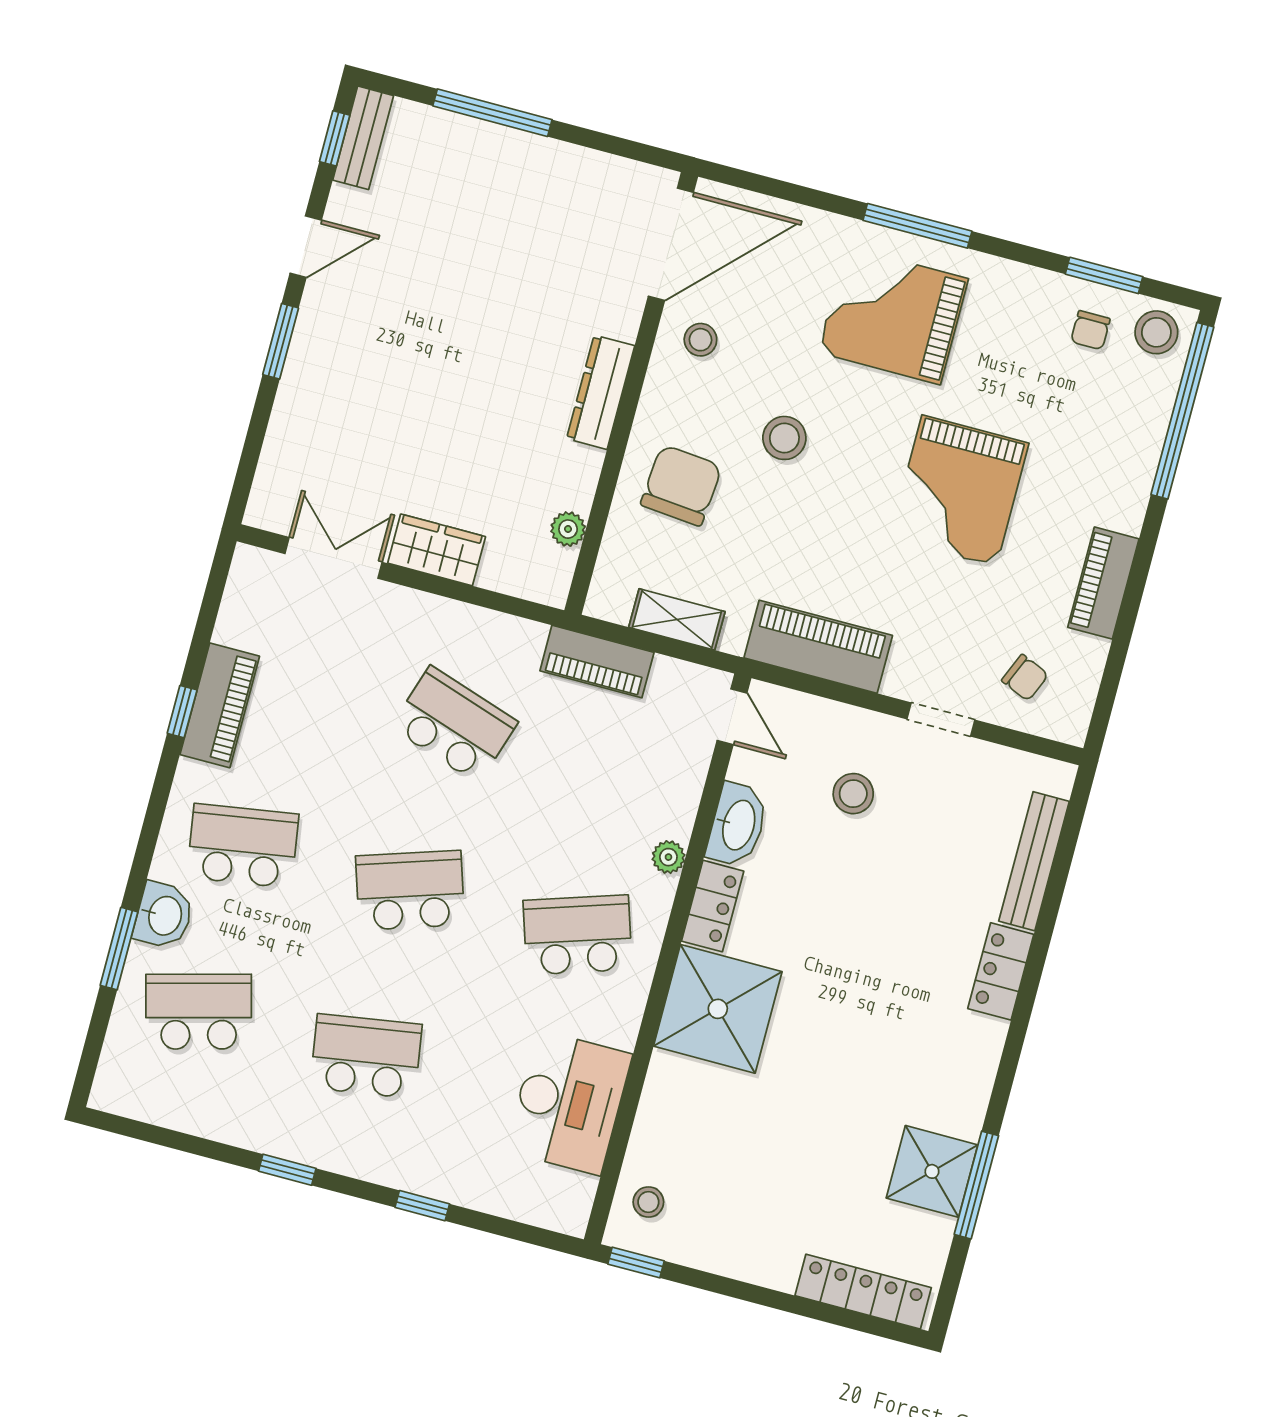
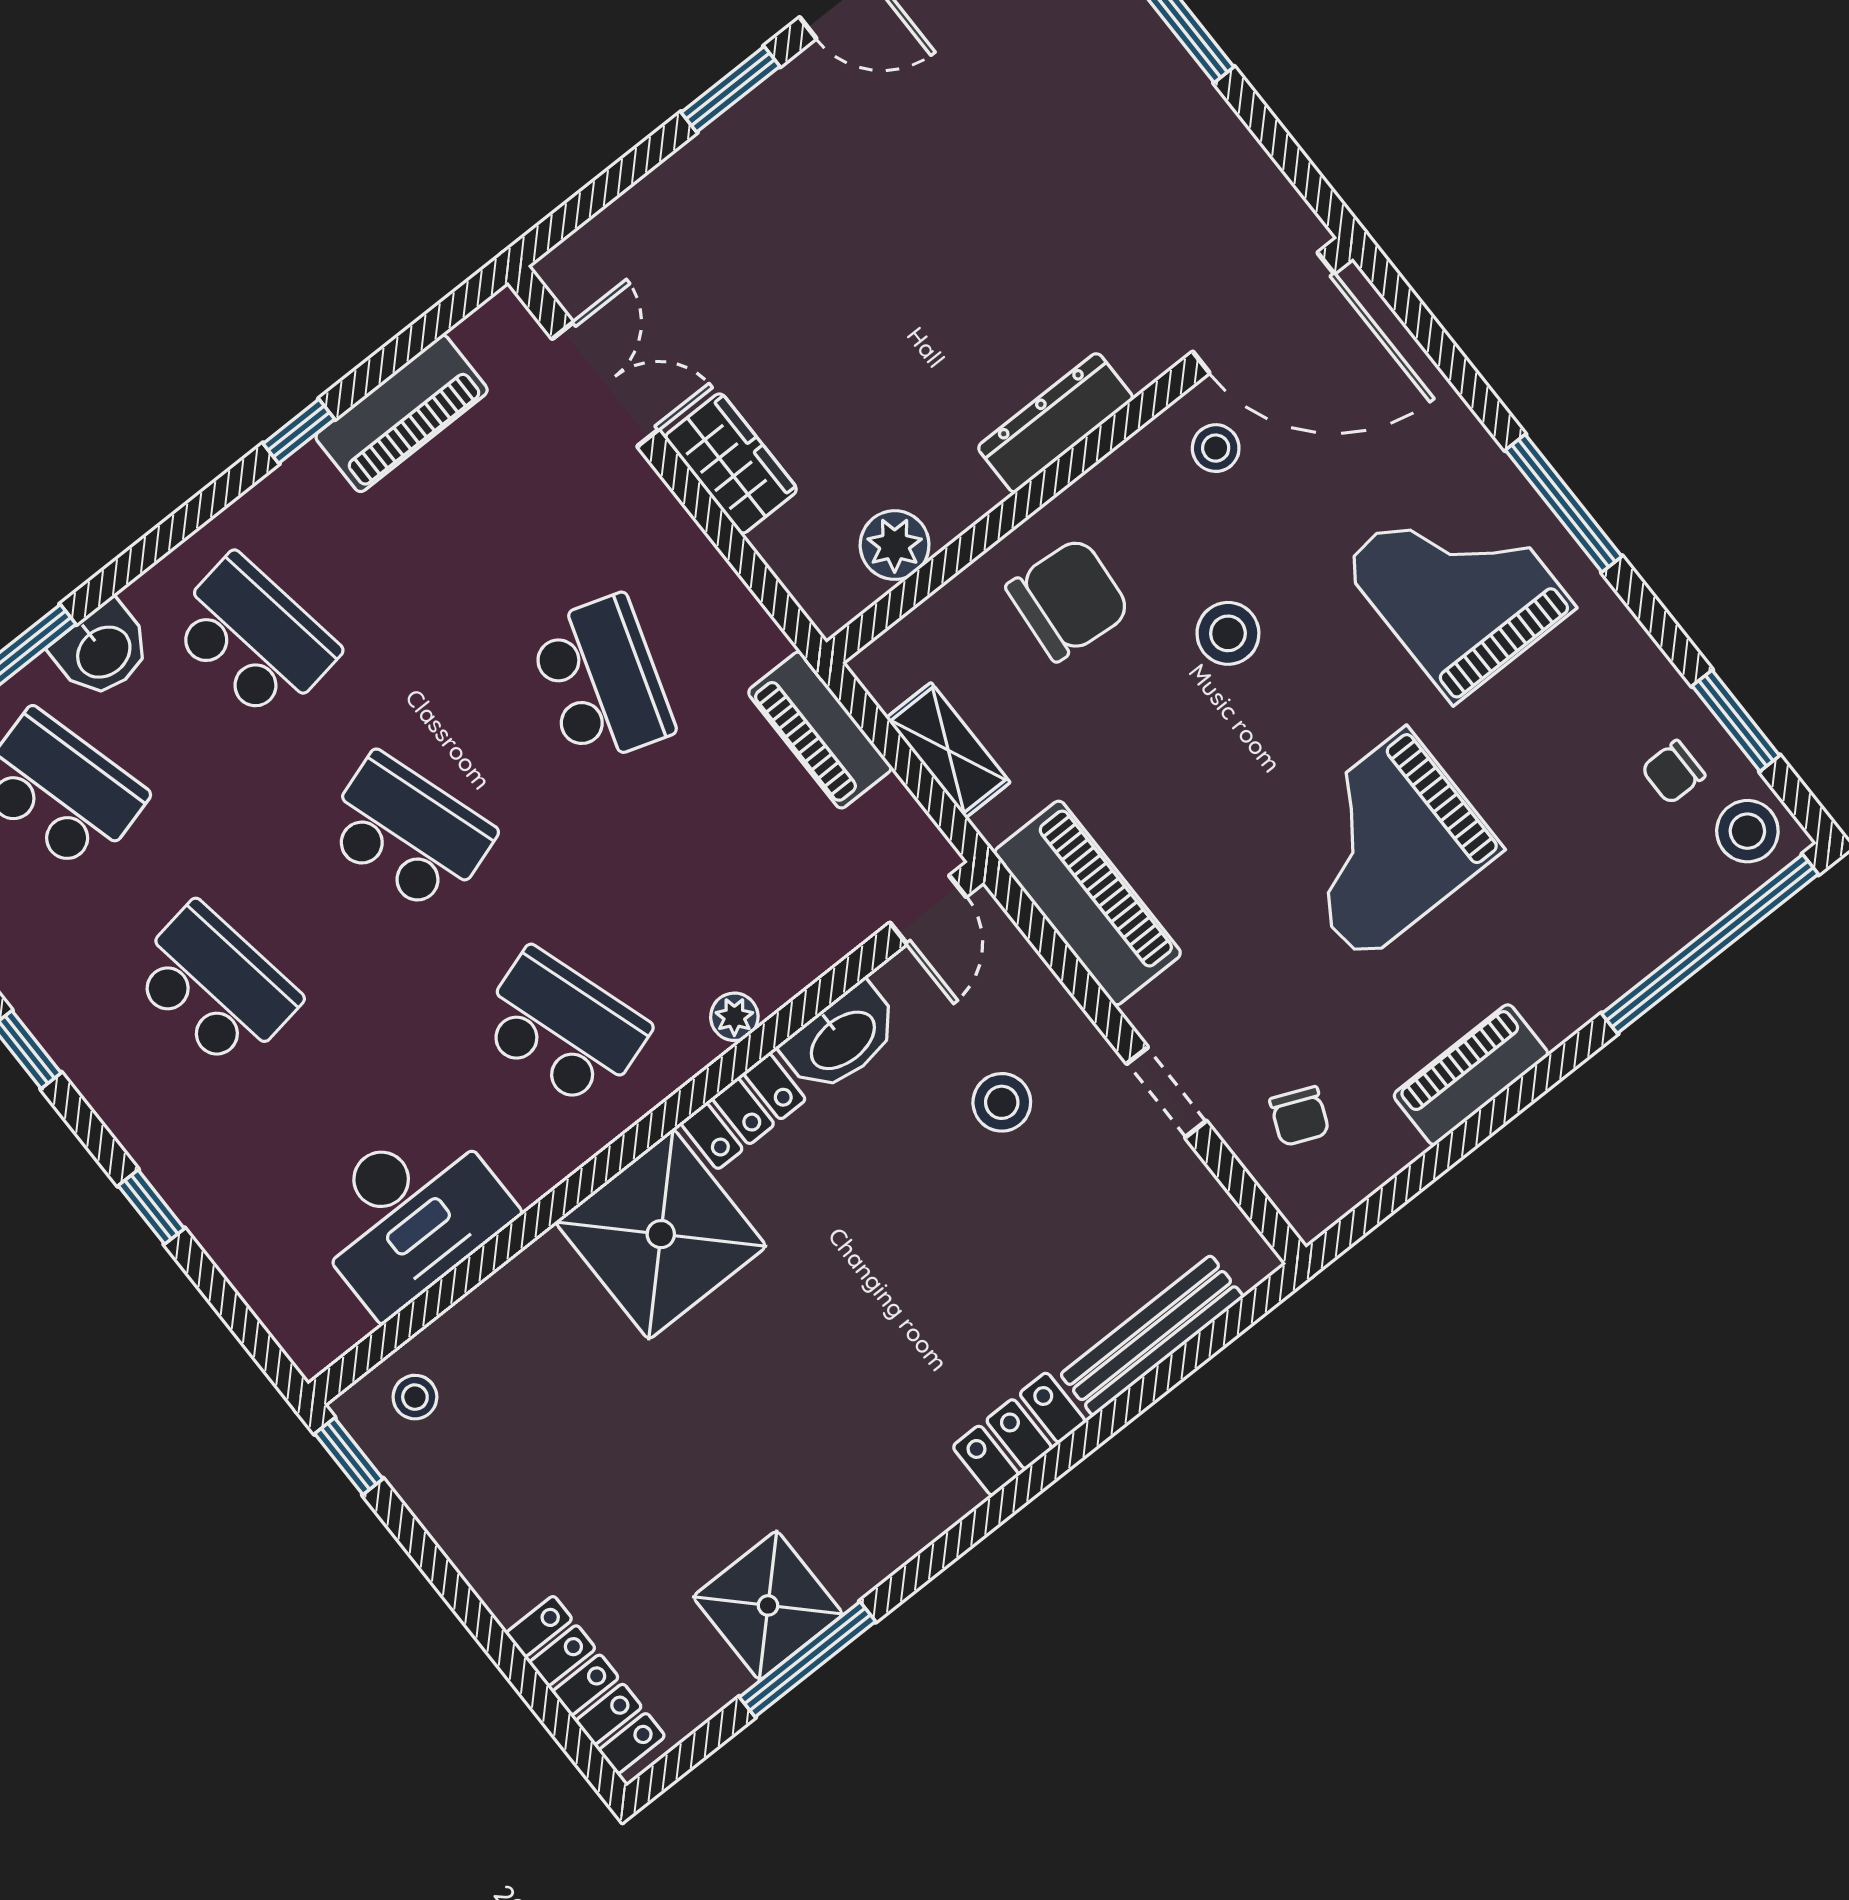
plant: (568, 529) -> (895, 545), width x1.38, depth x1.38
piano: (220, 705) -> (402, 413), moved

